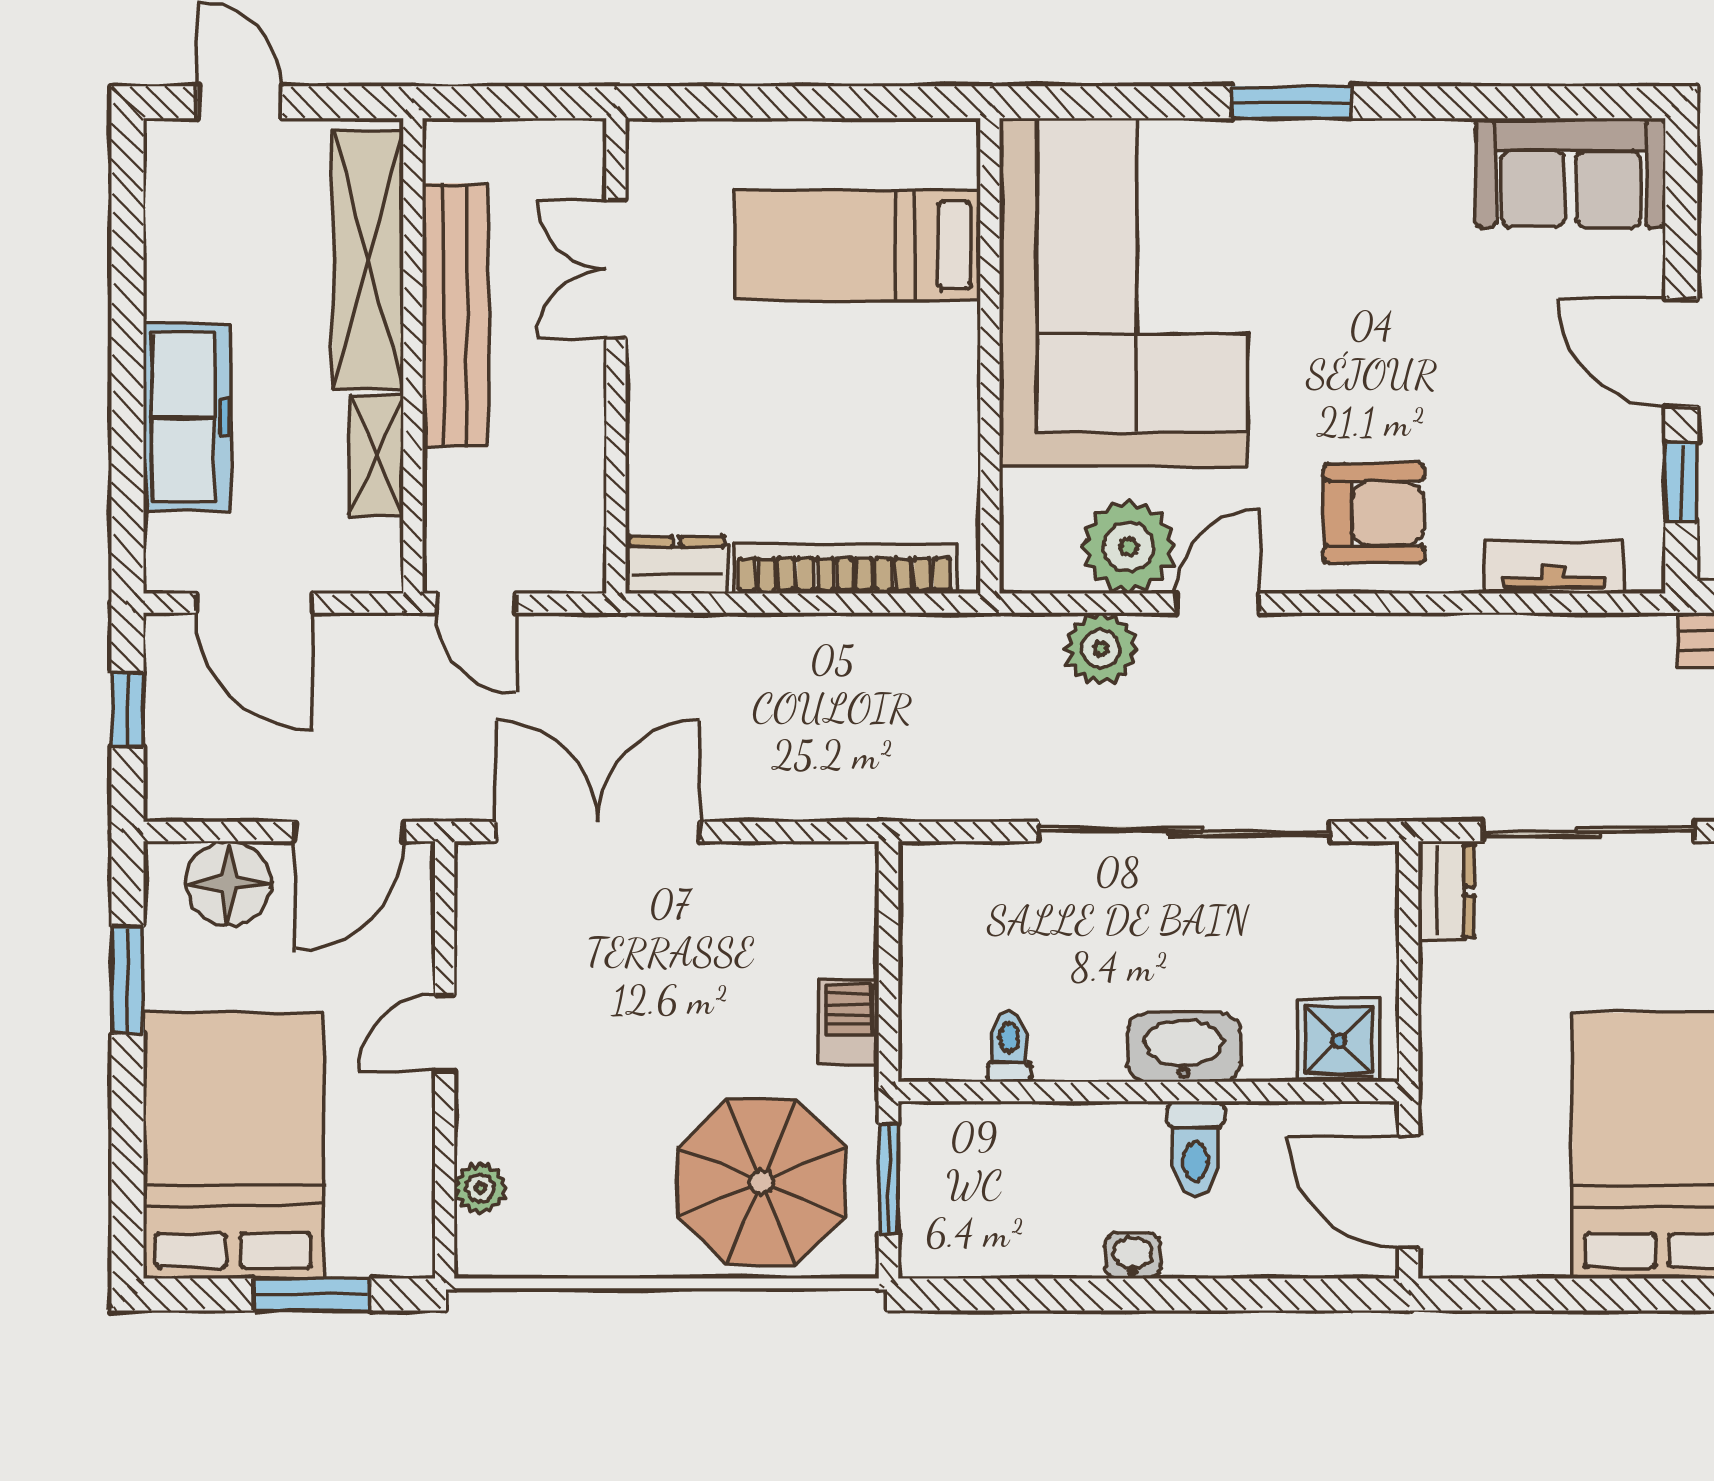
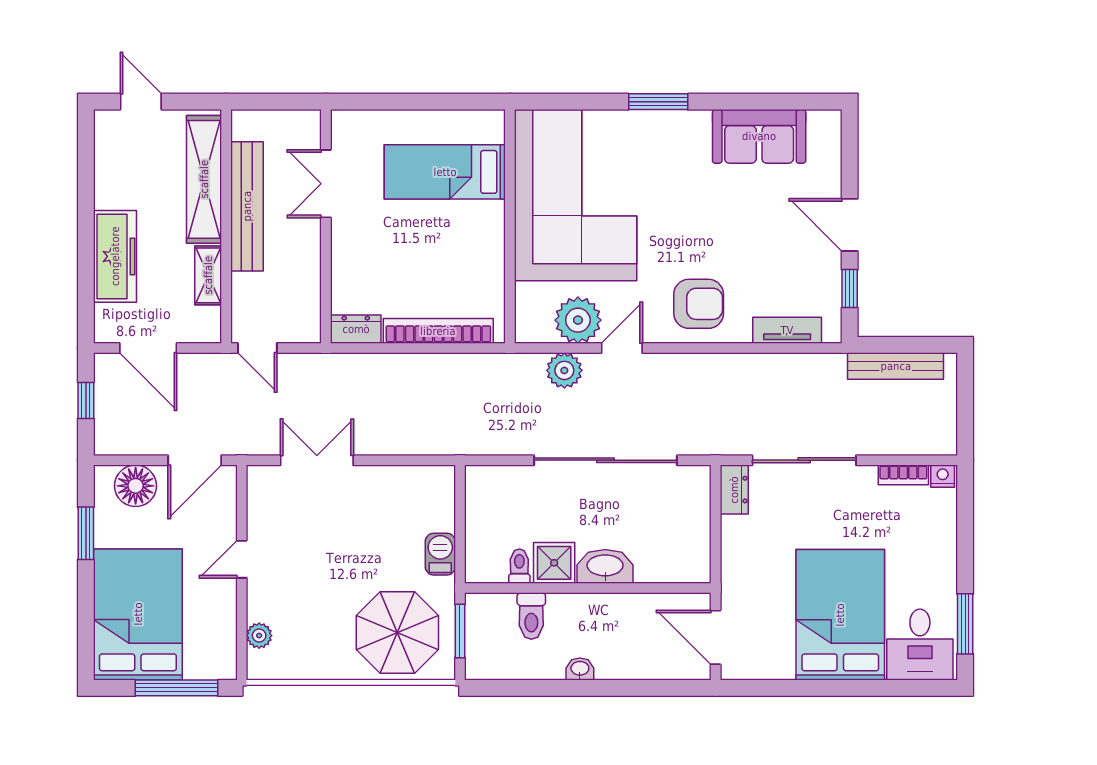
sofa: (1571, 173) -> (759, 136), moved
double door: (598, 831) -> (317, 460), width x0.73
shower: (1339, 1040) -> (554, 563), moved
toilet: (1195, 1148) -> (531, 616), moved
window: (312, 1294) -> (176, 688), width x1.44

